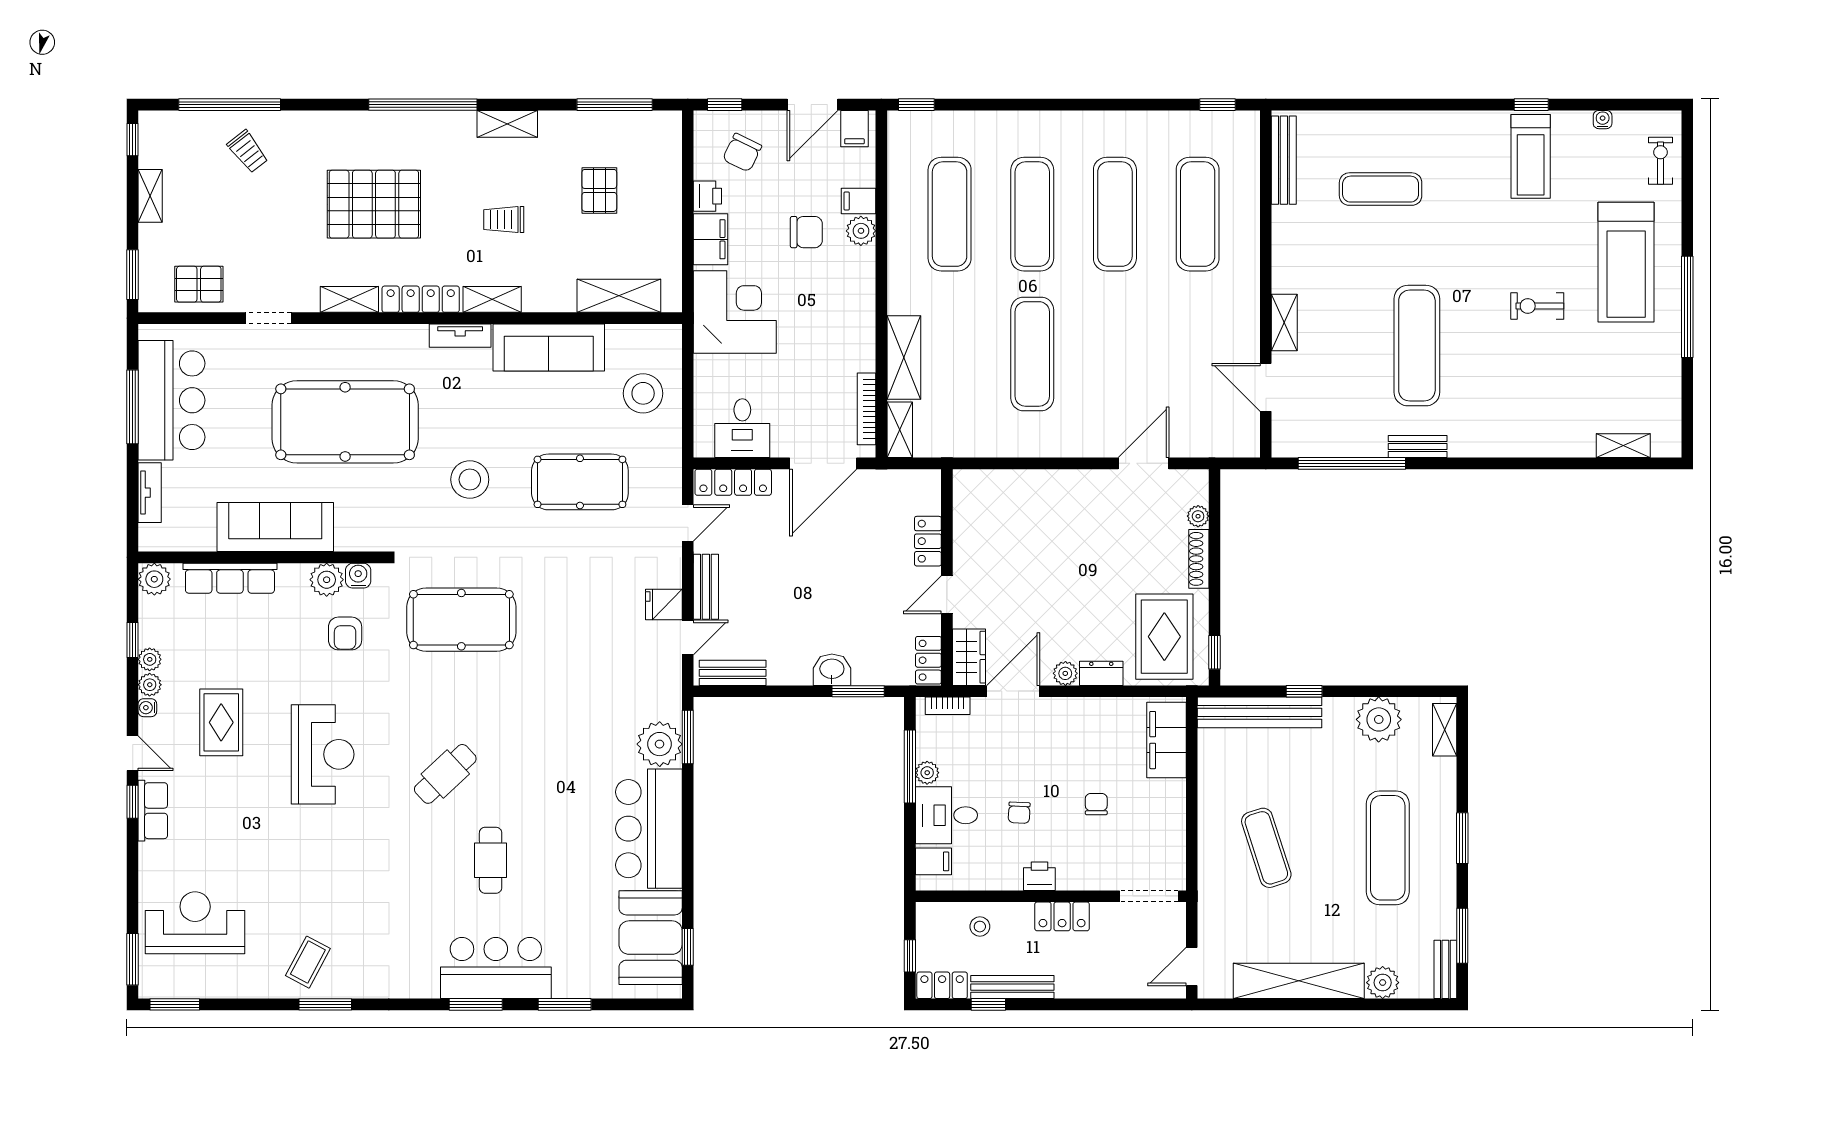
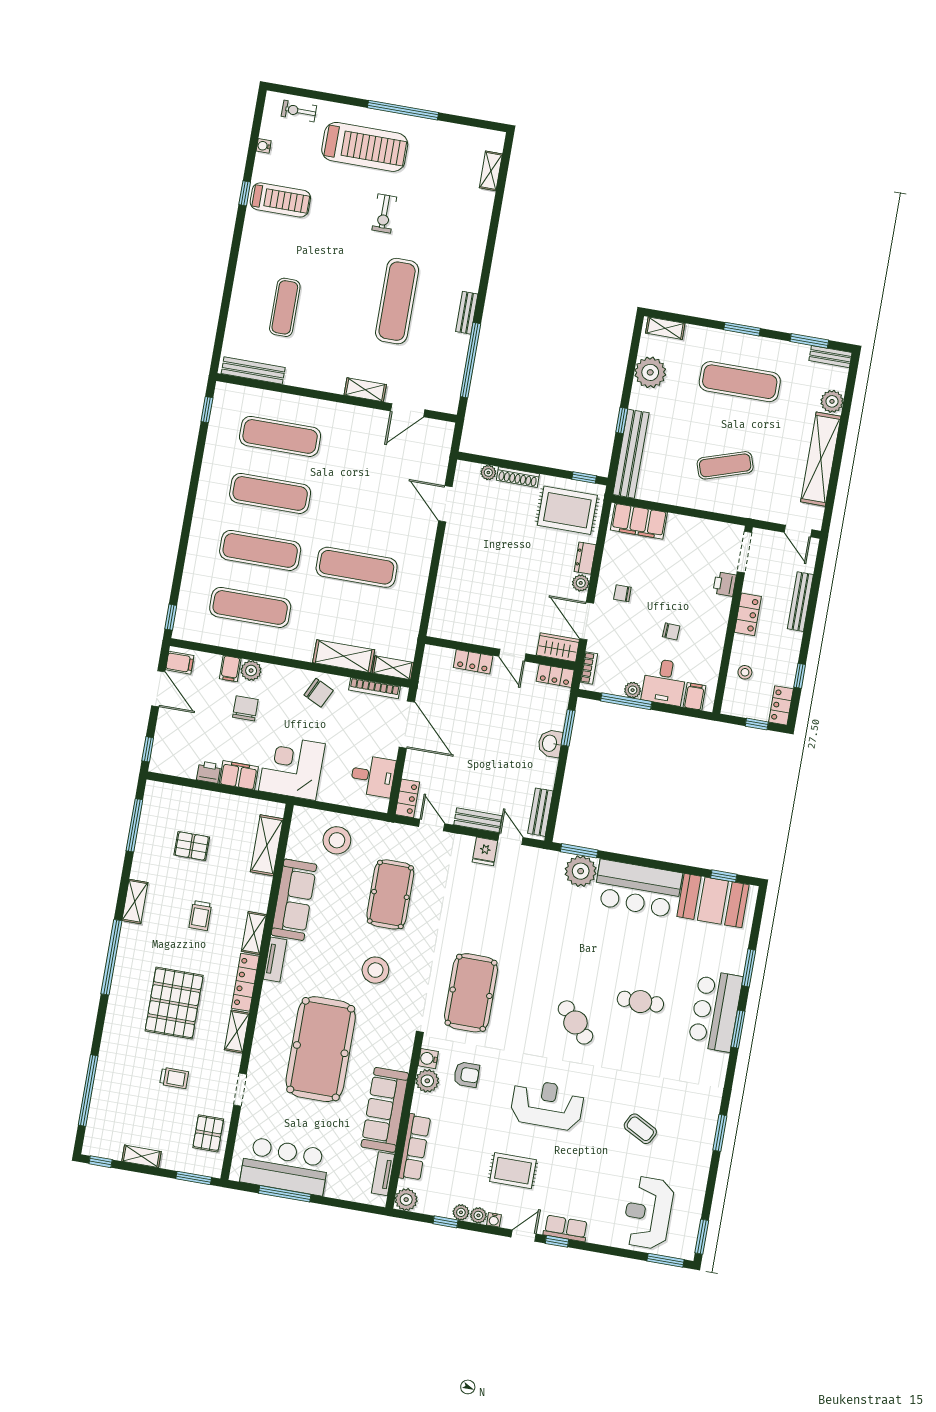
trolley: (248, 151) -> (174, 1078), moved, turned 38
chair: (742, 153) -> (319, 693), moved
exercise mat: (1417, 346) -> (397, 301), turned 90
locker: (733, 482) -> (407, 798), width x0.66
tv unit: (150, 493) -> (383, 1174), moved, turned -90
chair: (1096, 804) -> (622, 593), moved
printer: (1039, 876) -> (725, 584), moved
coffee table: (308, 962) -> (640, 1129), moved
bench: (1012, 987) -> (800, 602), moved

